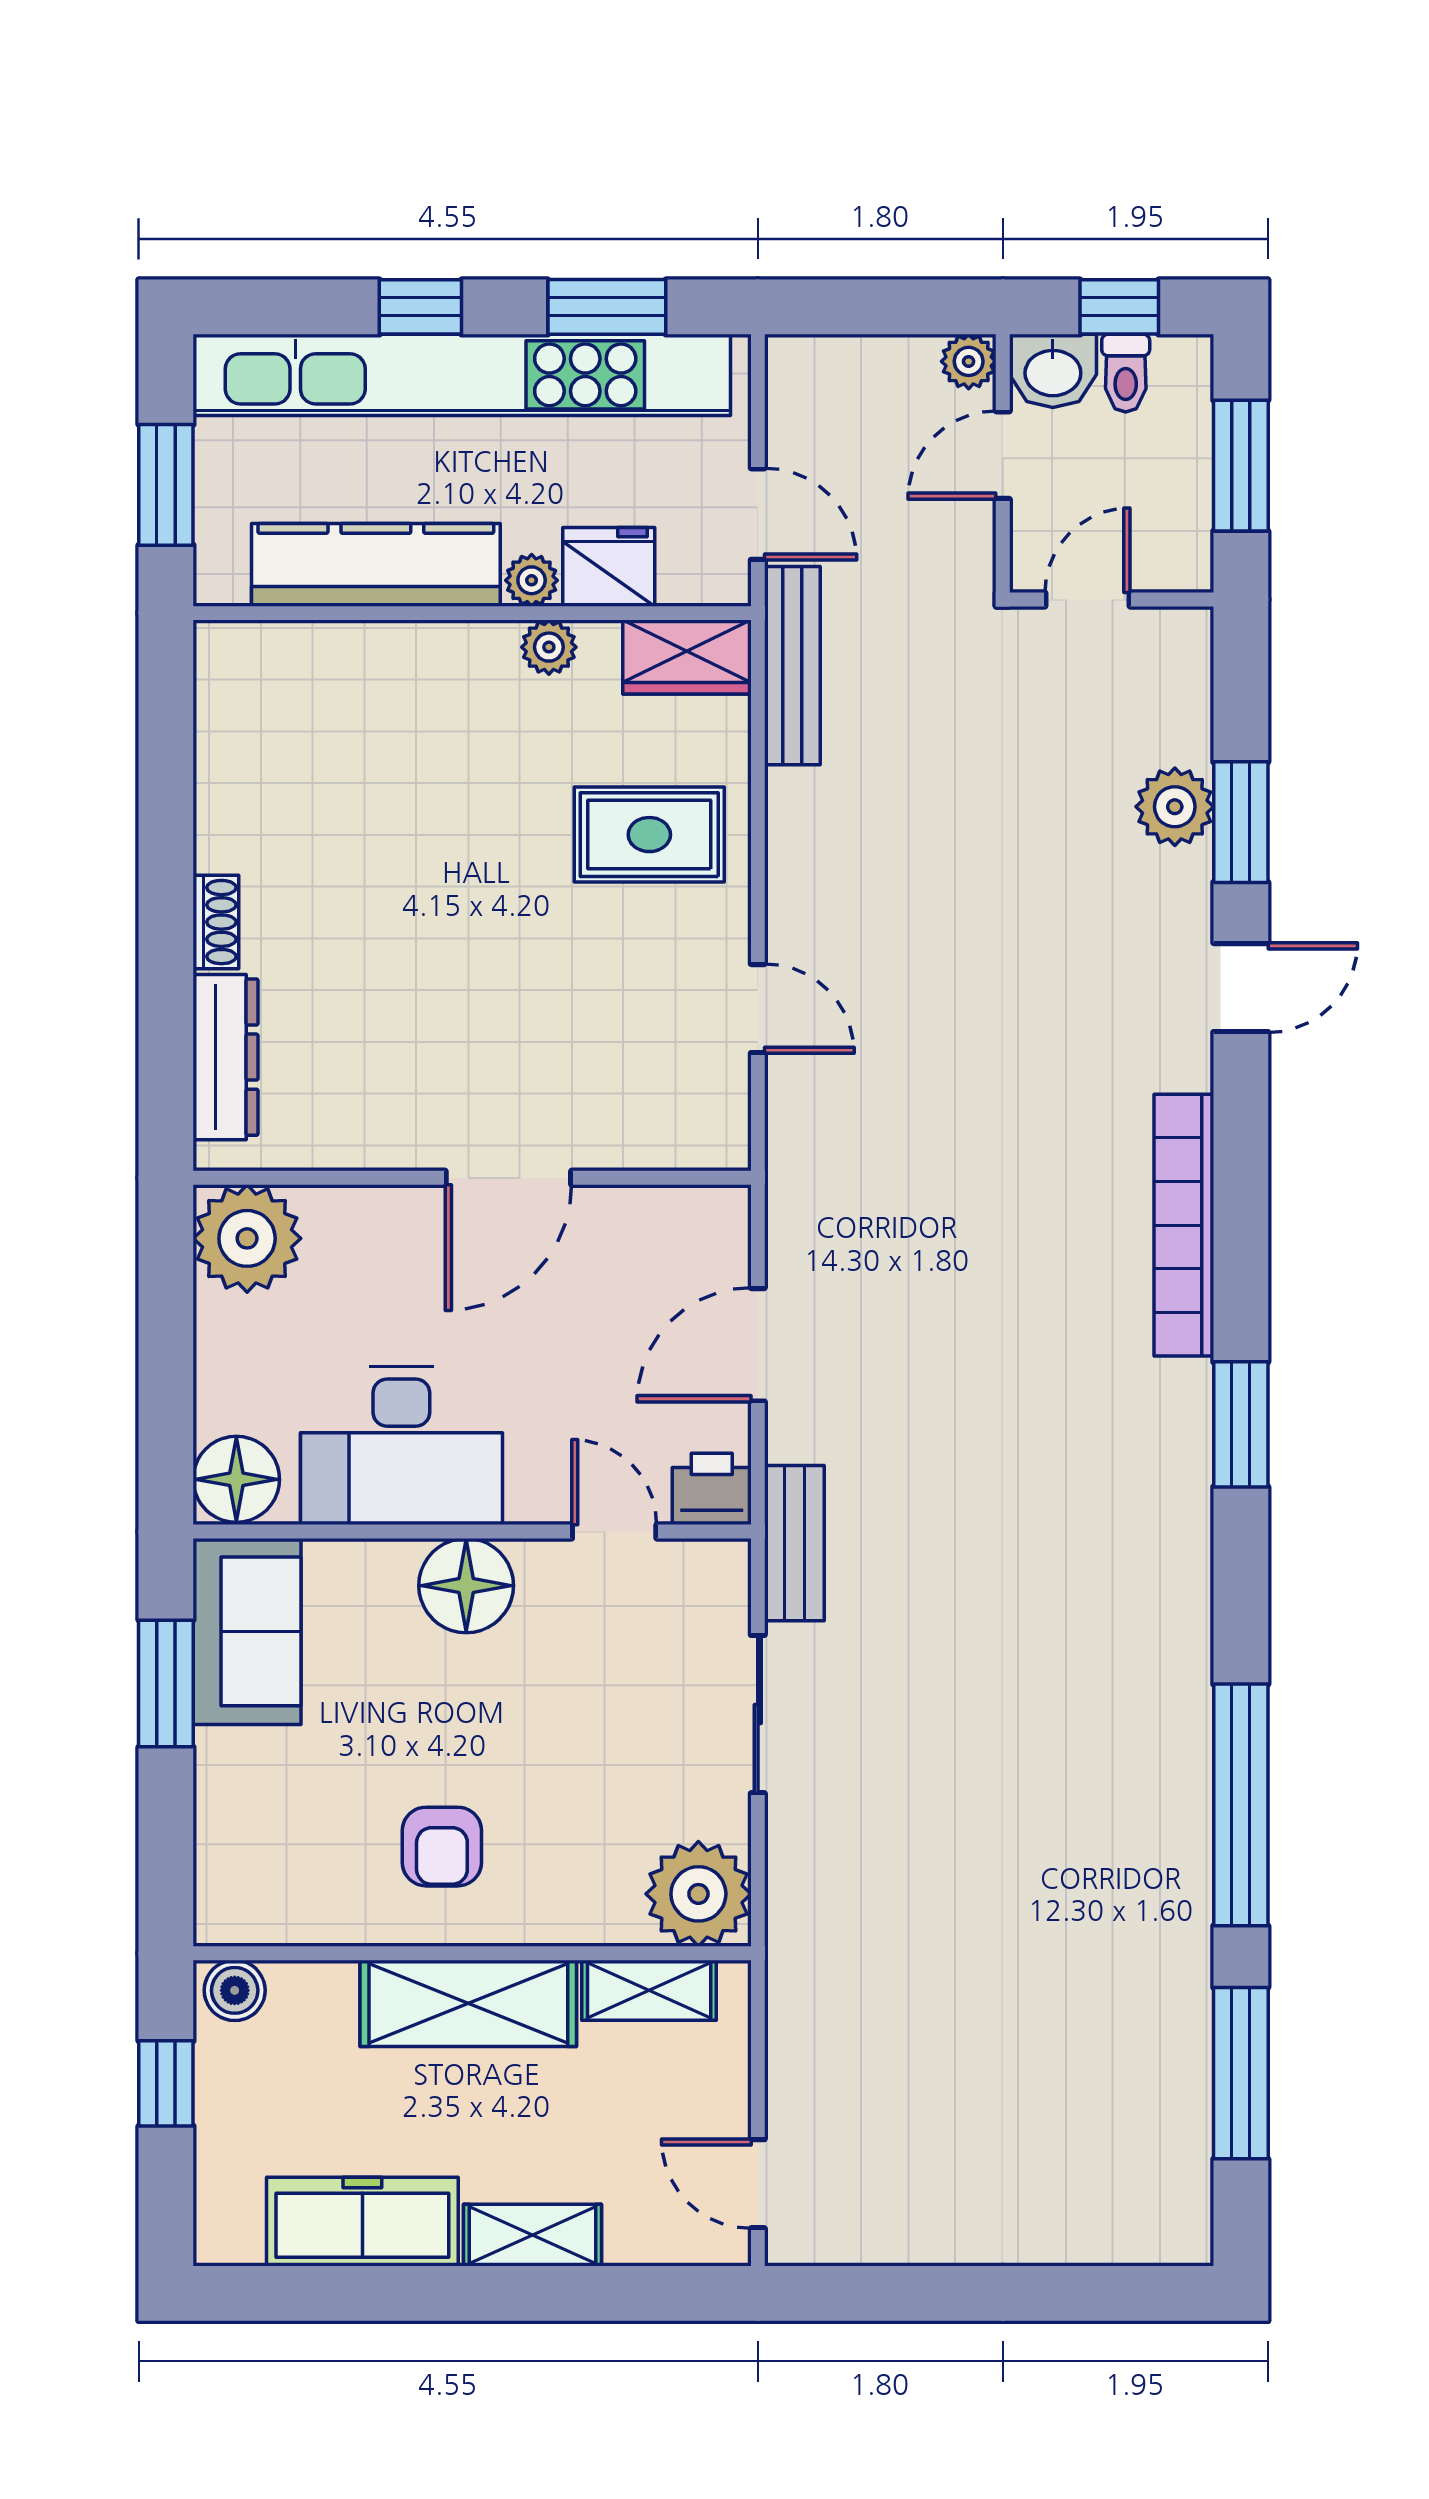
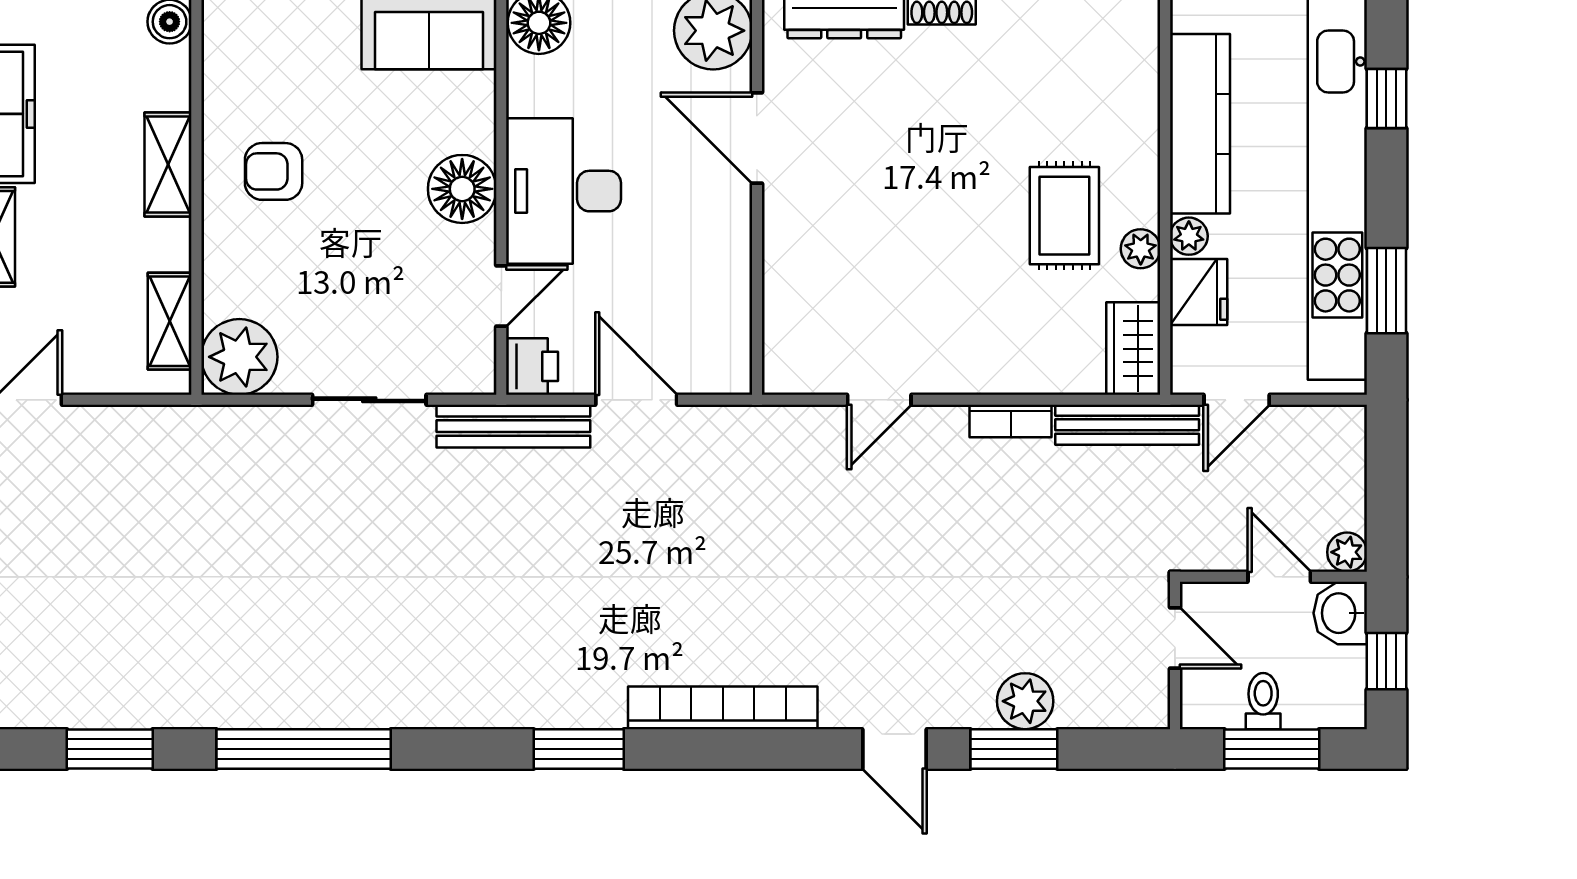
window: (420, 307) -> (1386, 98), moved
toilet: (1126, 373) -> (1263, 701), moved, turned 90
bookcase: (787, 827) -> (1011, 421), added
rug: (649, 835) -> (1064, 216), moved
door: (508, 1178) -> (757, 138), moved
desk: (401, 1445) -> (563, 191), moved
bench: (794, 1543) -> (513, 426), width x1.36
shelving: (468, 2003) -> (168, 164), width x0.67, depth x0.75
window: (1241, 2073) -> (110, 749), width x0.69

